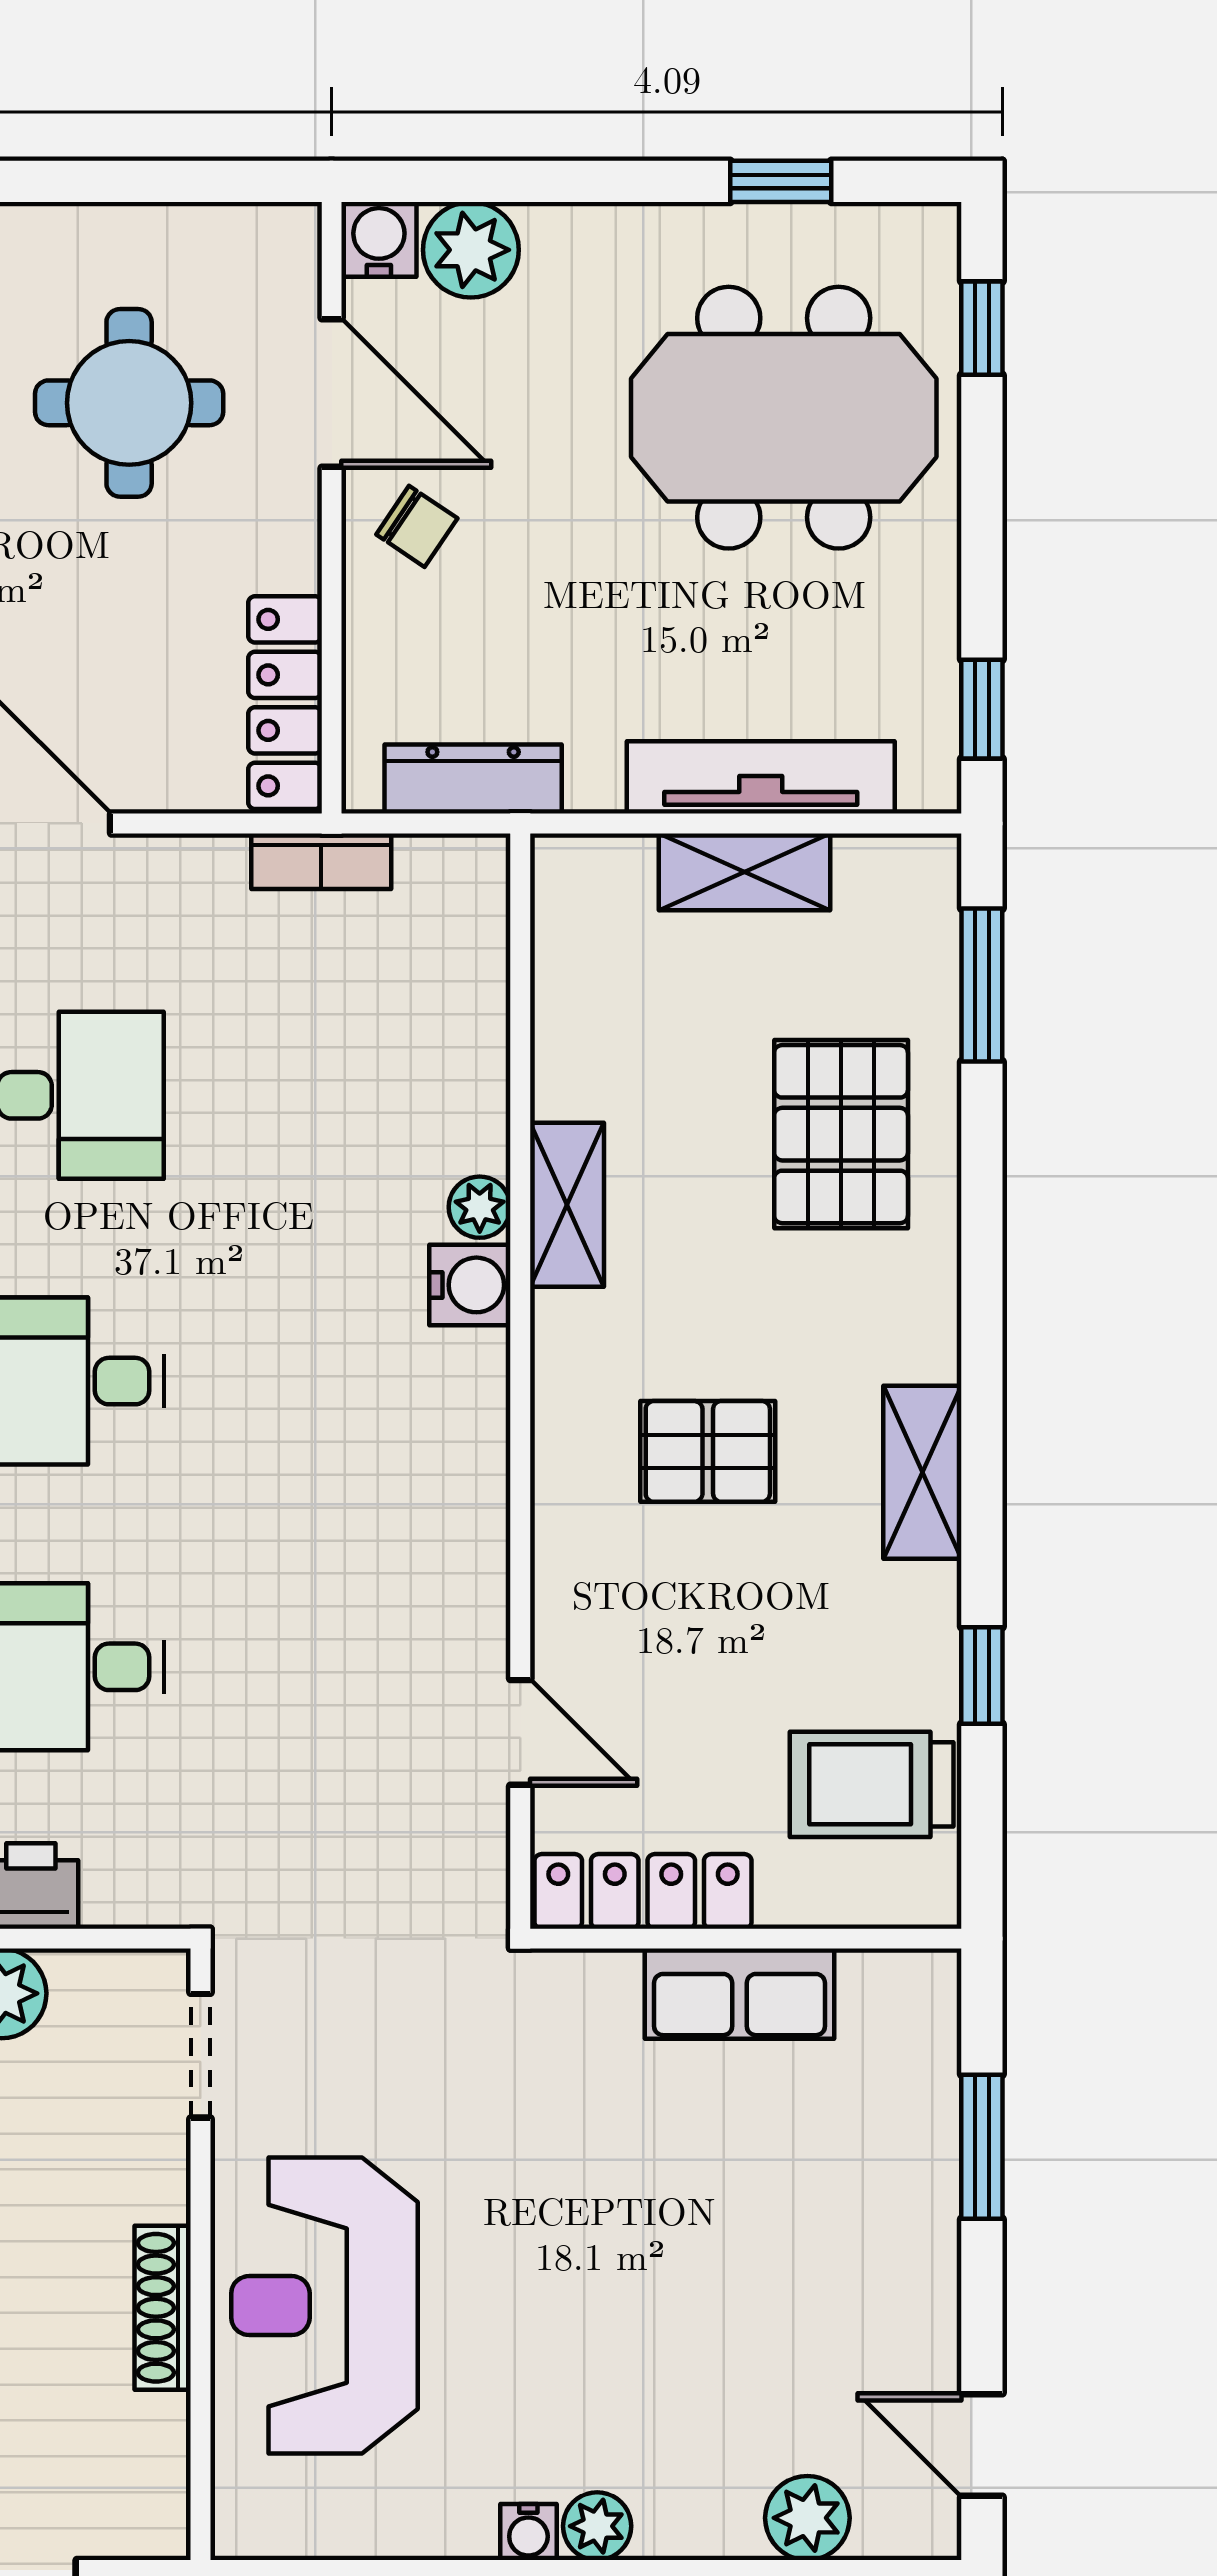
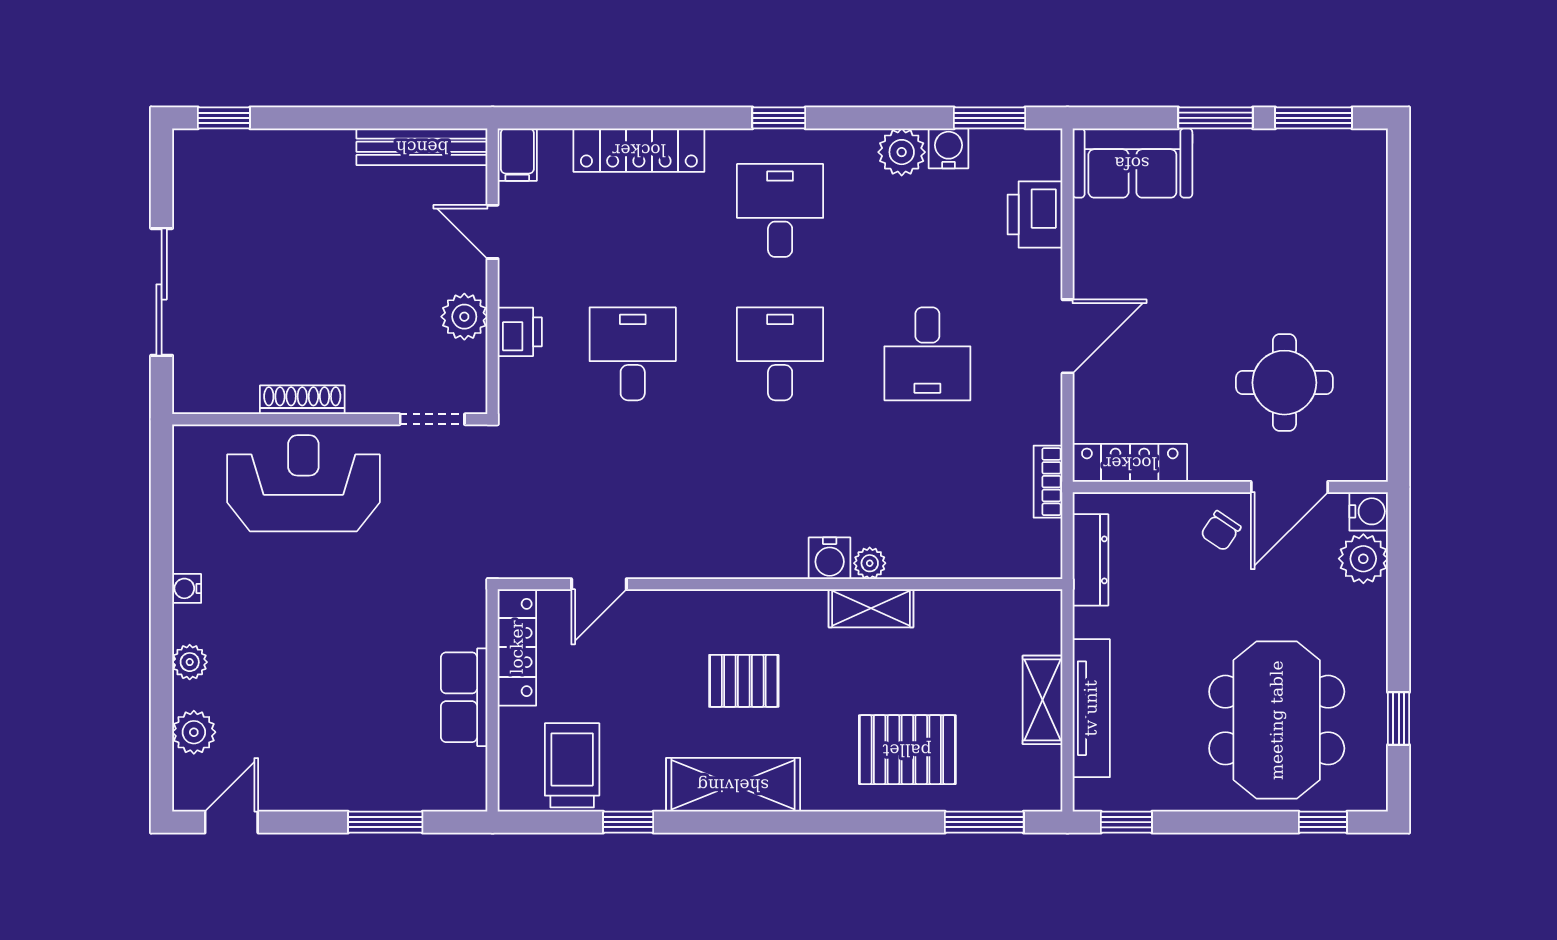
pallet: (708, 1451) -> (744, 681), turned 90
shelving: (922, 1472) -> (733, 785), width x1.50, depth x1.33
plant: (597, 2526) -> (190, 662), moved

